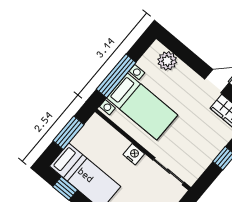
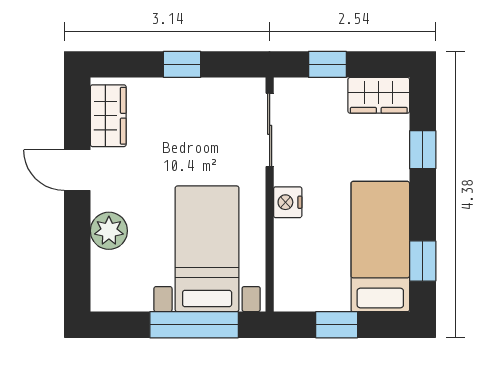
plant: (167, 61) -> (109, 231), moved
window: (69, 133) -> (337, 325), width x0.67

